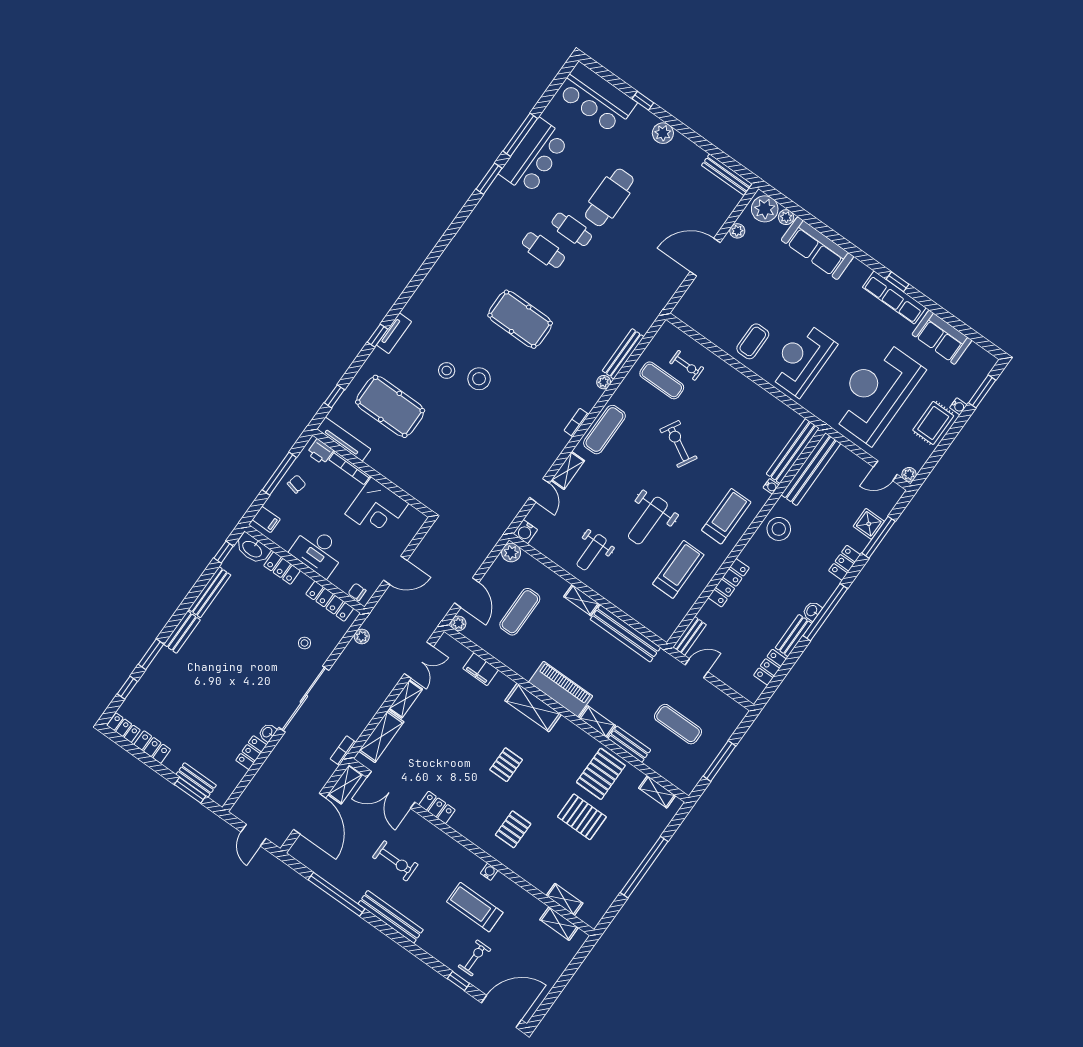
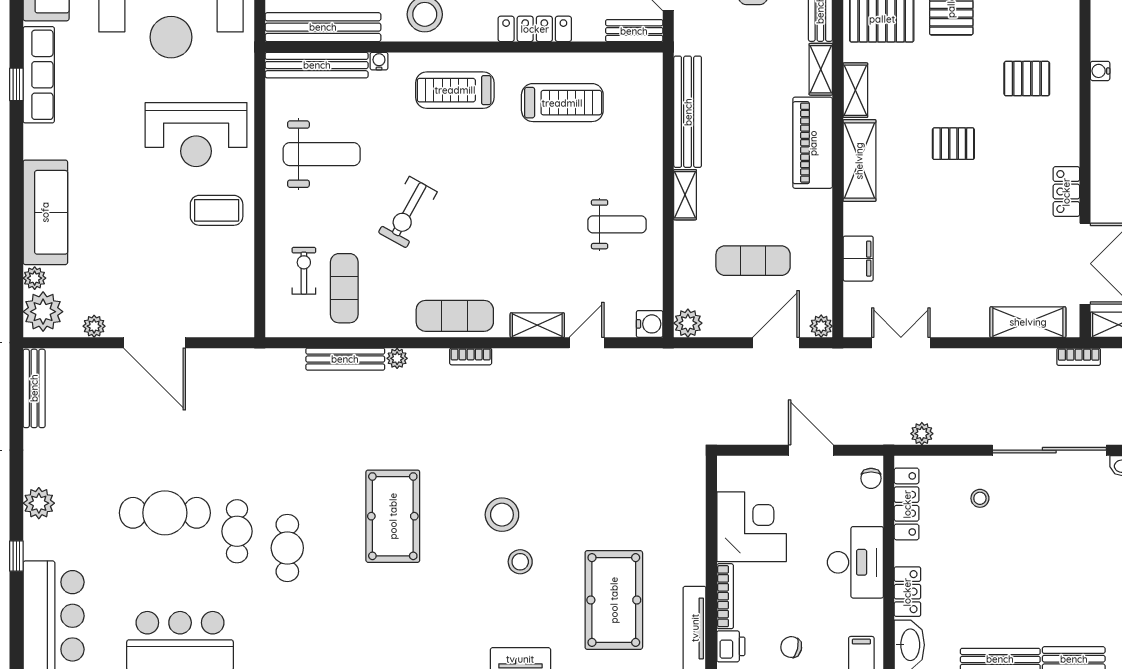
weight bench: (648, 521) -> (322, 154), moved
treadmill: (678, 569) -> (562, 103), turned 180
shelving: (406, 699) -> (855, 90), moved, turned 90

